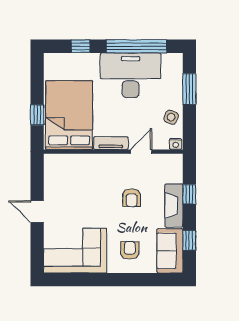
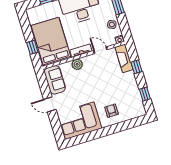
door: (141, 152) -> (100, 50), hinge flipped
plant: (98, 162) -> (77, 64), added
armchair: (132, 198) -> (103, 79), removed
fireplace: (174, 205) -> (124, 58), moved
sofa: (170, 251) -> (55, 80), moved, turned 180

